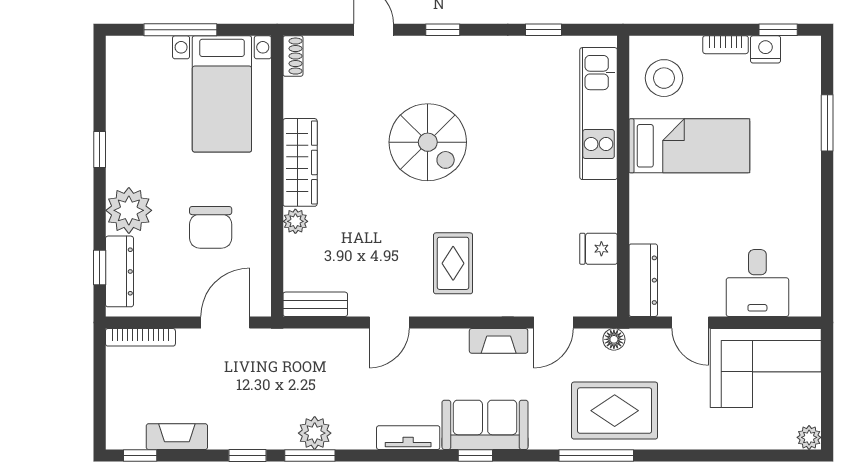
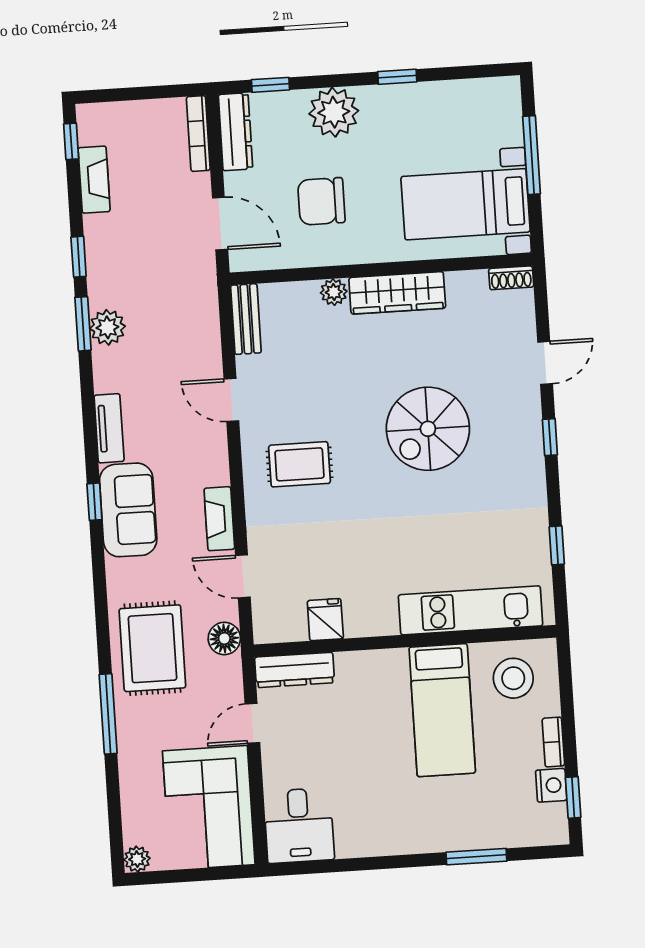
dresser: (119, 271) -> (235, 132), moved, turned -90
desk: (757, 283) -> (299, 826), moved, turned -90
floor lamp: (614, 339) -> (224, 638), width x1.37, depth x1.37
window: (596, 456) -> (108, 714), moved

